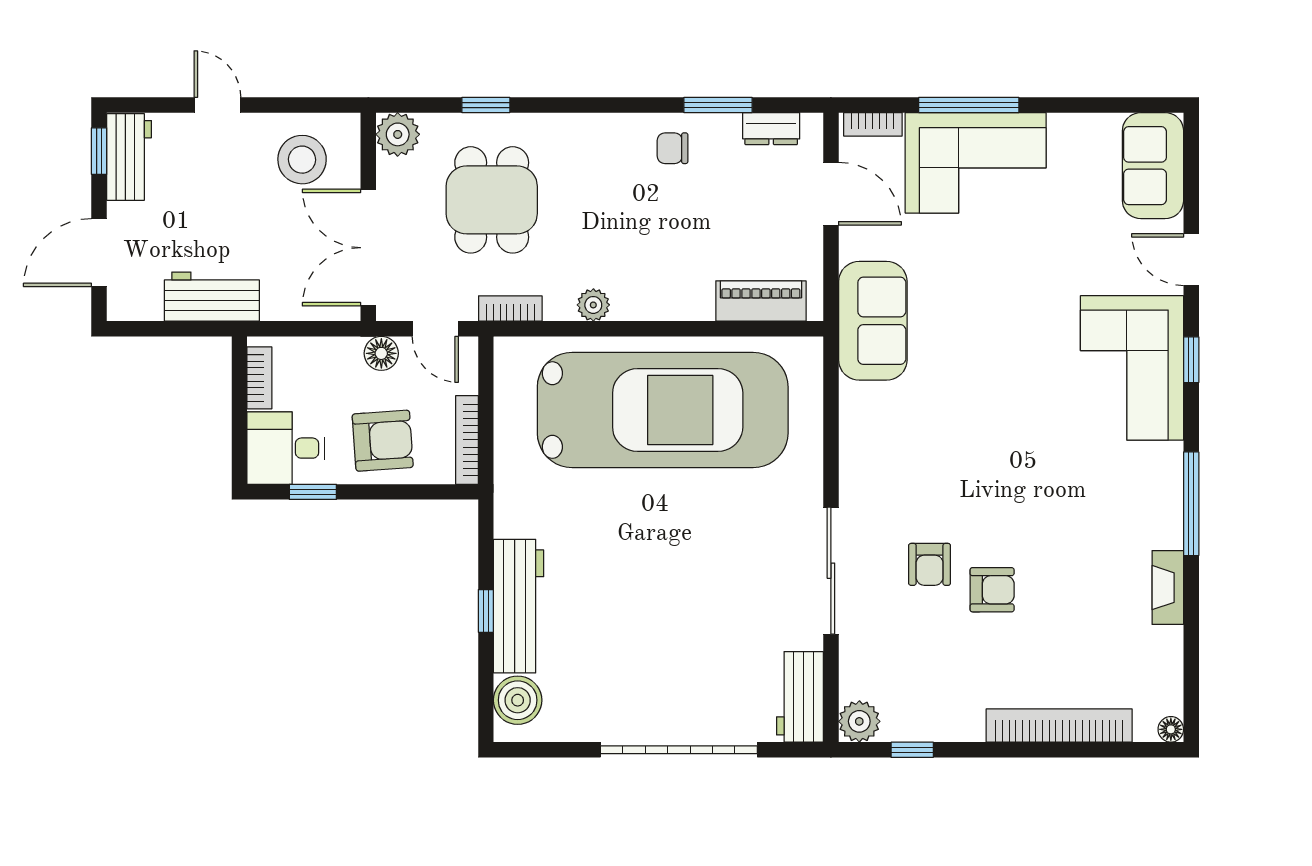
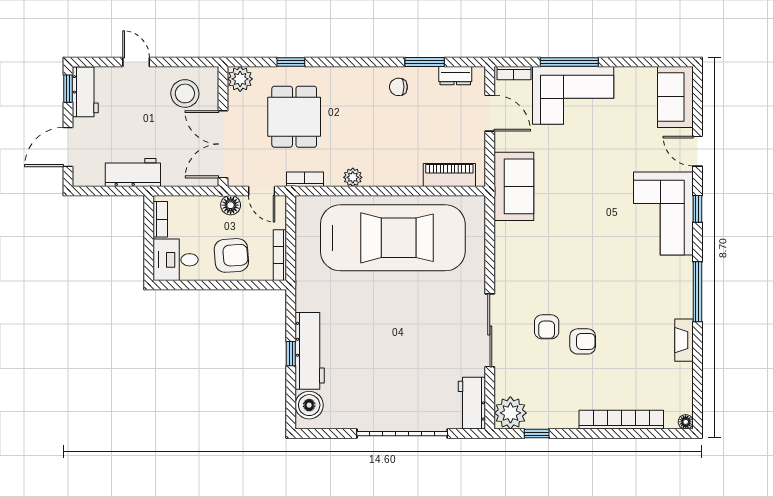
window: (313, 492) -> (191, 285), removed
plant: (859, 721) -> (510, 413), width x1.36, depth x1.36

